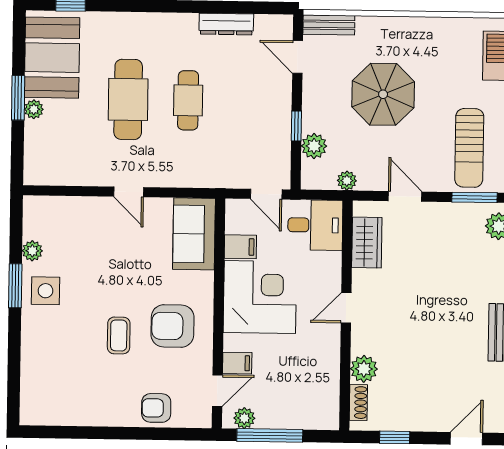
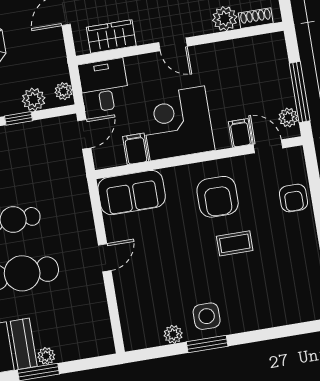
plant: (347, 181) -> (64, 91), moved

